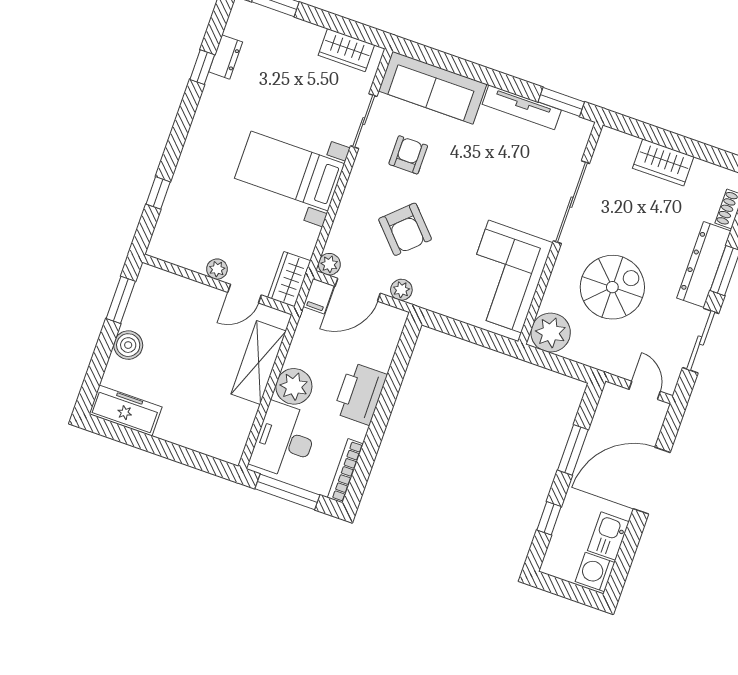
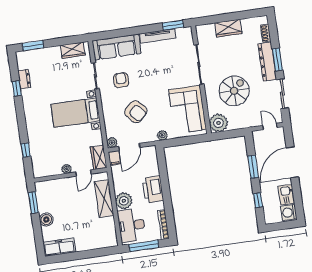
plant: (401, 290) -> (162, 135), moved

